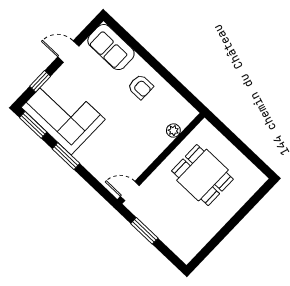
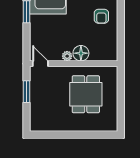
plant: (173, 131) -> (67, 56), moved
floor lamp: (158, 141) -> (81, 53), added

